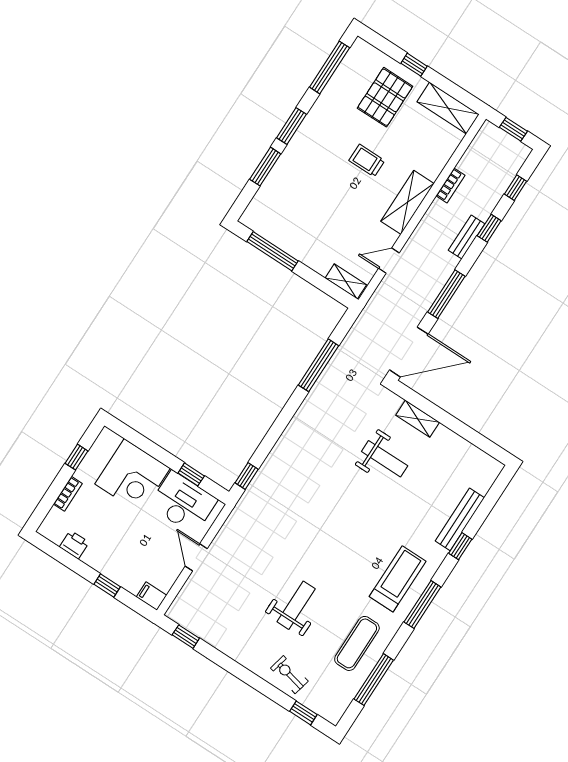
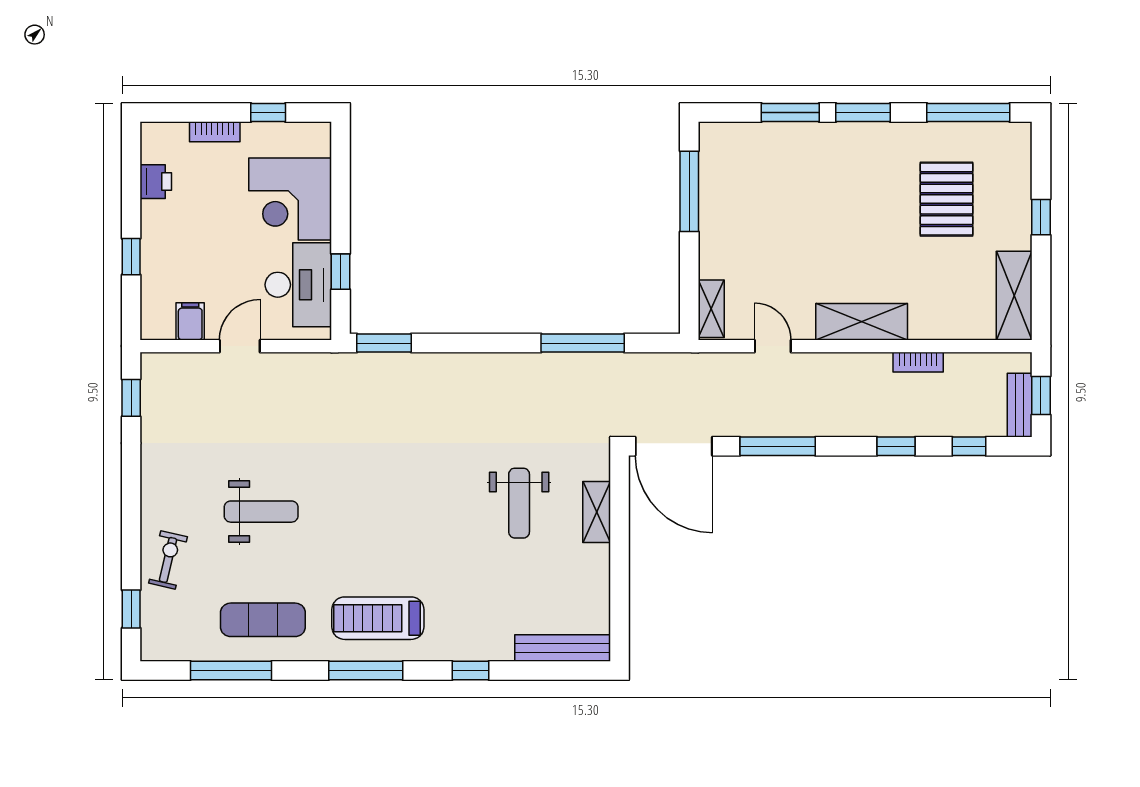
pallet: (385, 97) -> (947, 199), moved, turned 90
trolley: (367, 161) -> (881, 236), removed
bench: (467, 237) -> (1020, 405), moved, turned 90
window: (247, 476) -> (384, 343), width x1.50
bench: (460, 519) -> (563, 648), moved
treadmill: (398, 579) -> (378, 618), turned 180
filing cabinet: (152, 596) -> (190, 321), moved

